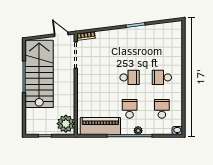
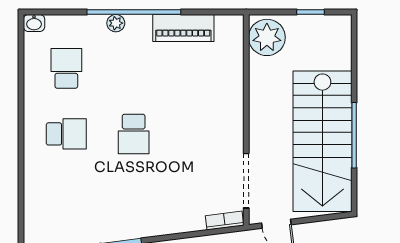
school desk: (130, 77) -> (134, 134), turned -90
school desk: (130, 109) -> (134, 68), removed
school desk: (162, 109) -> (66, 68), turned 180
piano: (100, 126) -> (183, 28), width x0.73, depth x0.75

